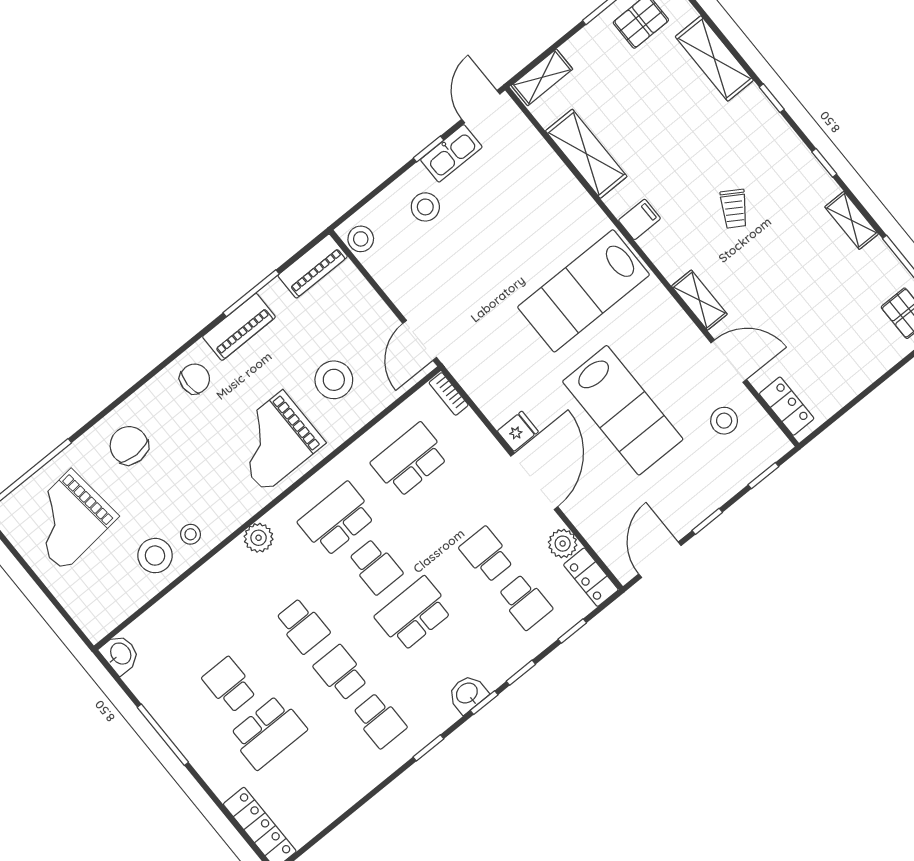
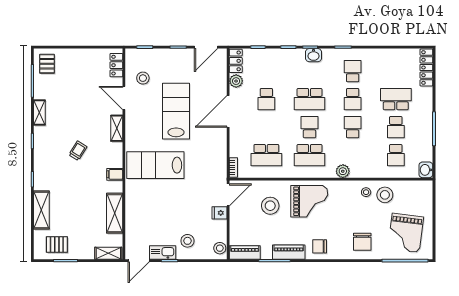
lab bench: (584, 291) -> (155, 165), turned 180
fridge: (518, 431) -> (220, 213), moved
grand piano: (68, 520) -> (406, 233), turned 103
school desk: (525, 602) -> (396, 155), moved, turned 180

